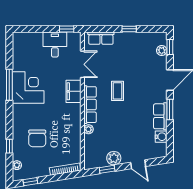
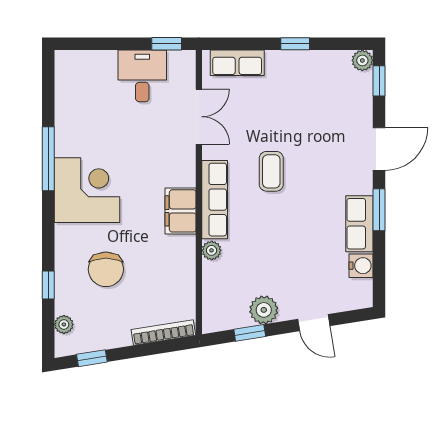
plant: (162, 51) -> (362, 60), moved
corner desk: (28, 87) -> (87, 190), moved
filing cabinet: (73, 91) -> (181, 211), moved

